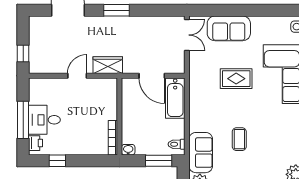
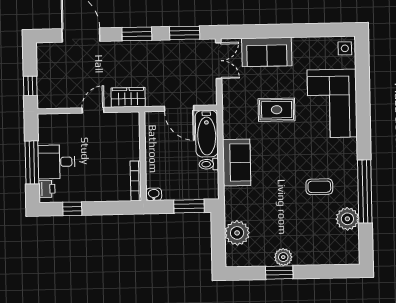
window: (158, 10) -> (185, 33), added
coffee table: (239, 139) -> (319, 187), moved, turned 90
toilet: (176, 144) -> (209, 164), moved
sofa: (201, 153) -> (237, 162), moved

